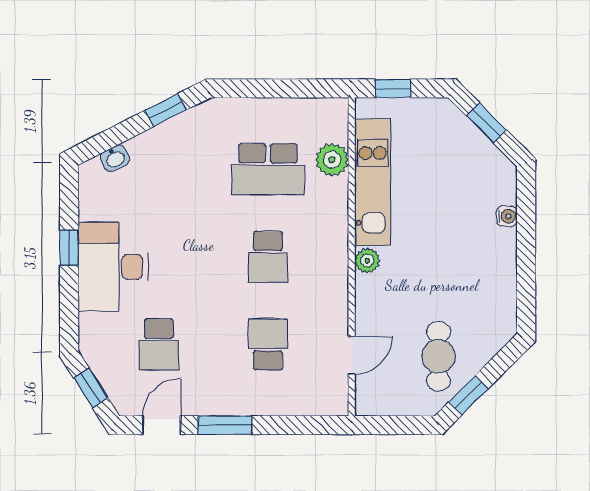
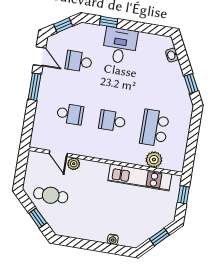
window: (69, 248) -> (109, 22), moved
plant: (367, 261) -> (74, 164), moved
desk: (113, 267) -> (120, 46), width x0.73
window: (469, 395) -> (38, 218), moved

